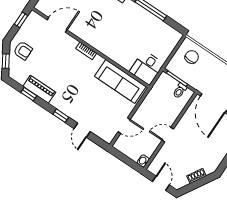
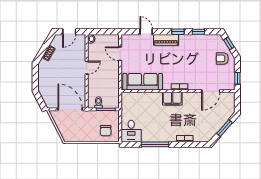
filing cabinet: (102, 44) -> (172, 99), added
desk: (147, 68) -> (131, 131), moved, turned 180
piano: (39, 89) -> (166, 40), moved
window: (61, 116) -> (178, 32), moved
door: (124, 126) -> (120, 54), hinge flipped
door: (161, 183) -> (69, 32), hinge flipped

